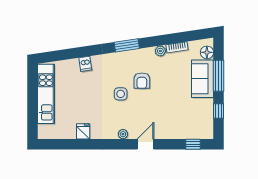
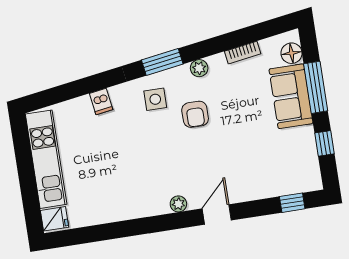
plant: (160, 51) -> (199, 68), moved
side table: (121, 94) -> (155, 99), moved
fridge: (83, 131) -> (54, 219), moved, turned 90

